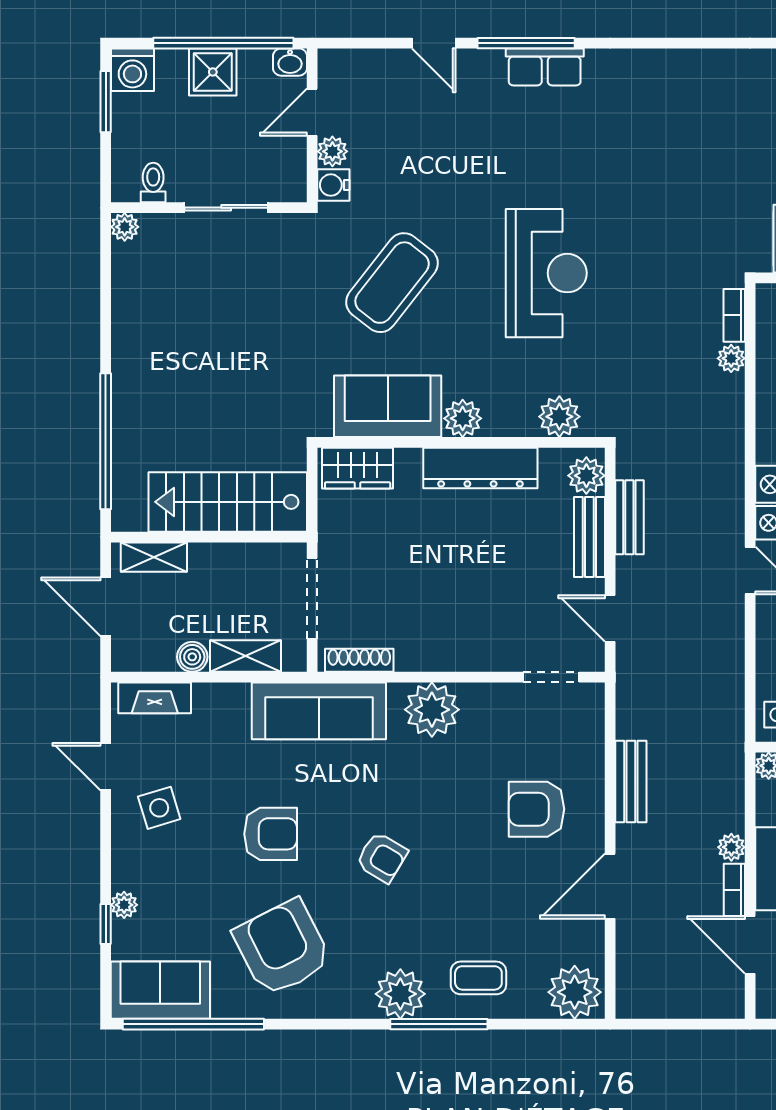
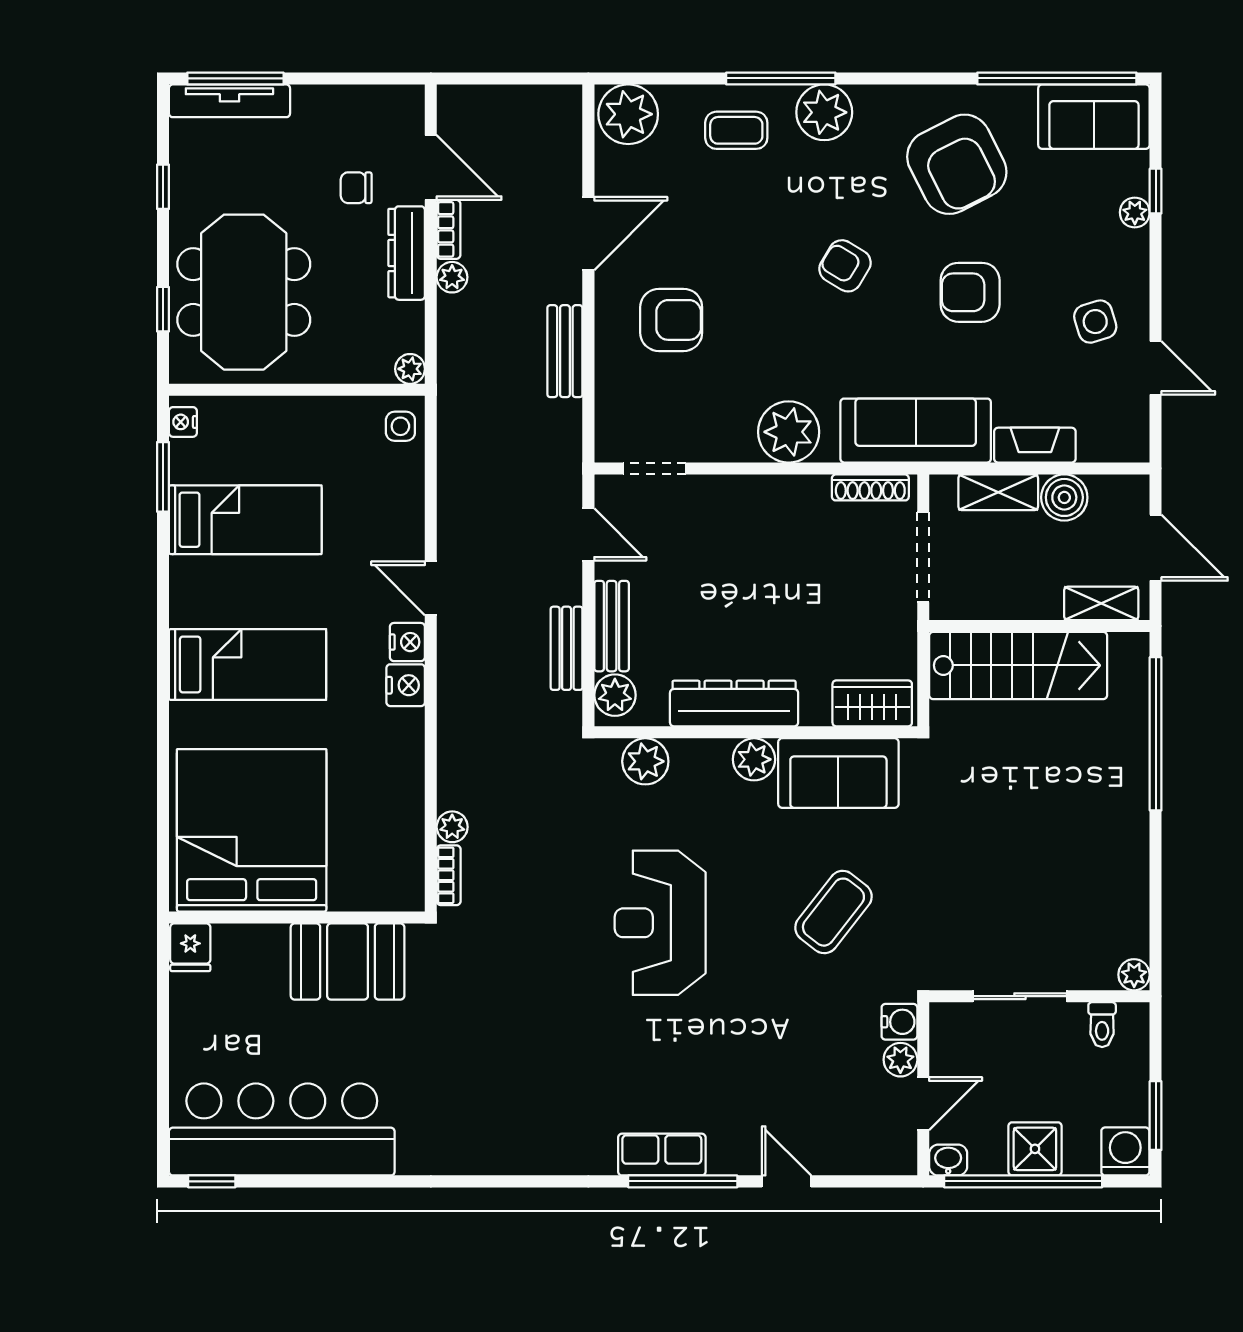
coffee table: (392, 283) -> (833, 912), width x0.73, depth x0.76
boiler: (192, 657) -> (1064, 497), width x1.36, depth x1.36
fireplace: (155, 698) -> (1035, 445), moved

